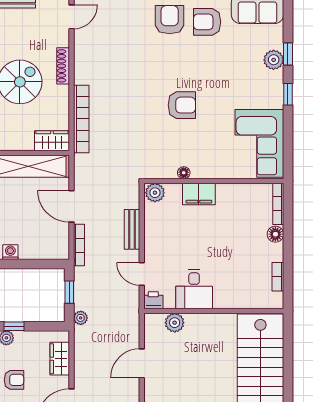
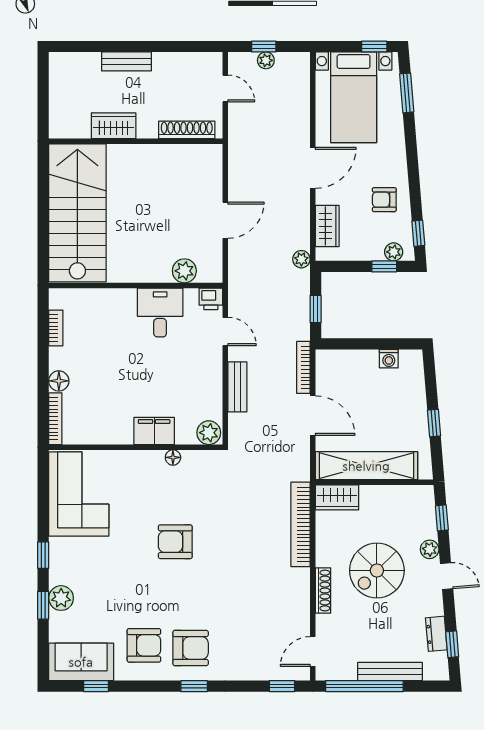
armchair: (170, 20) -> (191, 648), turned -90
plant: (81, 318) -> (301, 259), moved

